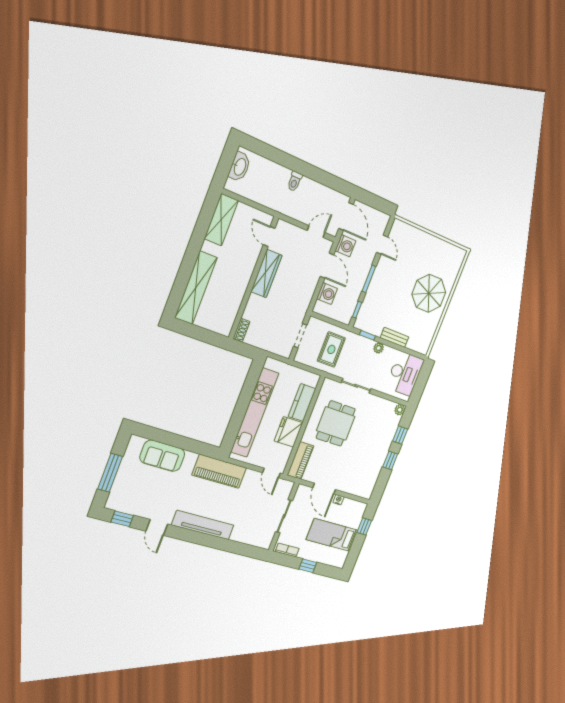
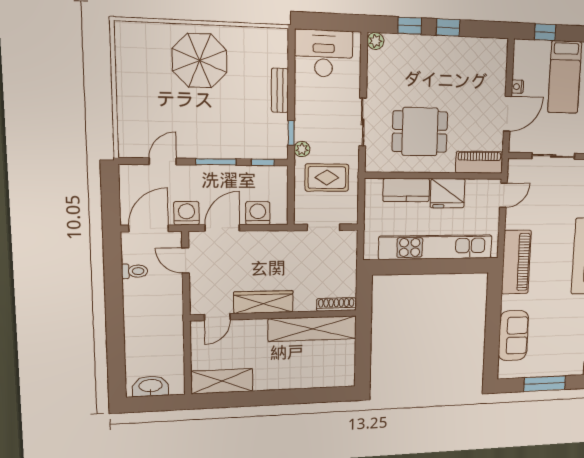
toilet: (295, 181) -> (135, 271), moved
shelving: (196, 288) -> (312, 329), moved
shoe rack: (241, 330) -> (336, 304), width x1.43
plant: (379, 348) -> (302, 149), moved

